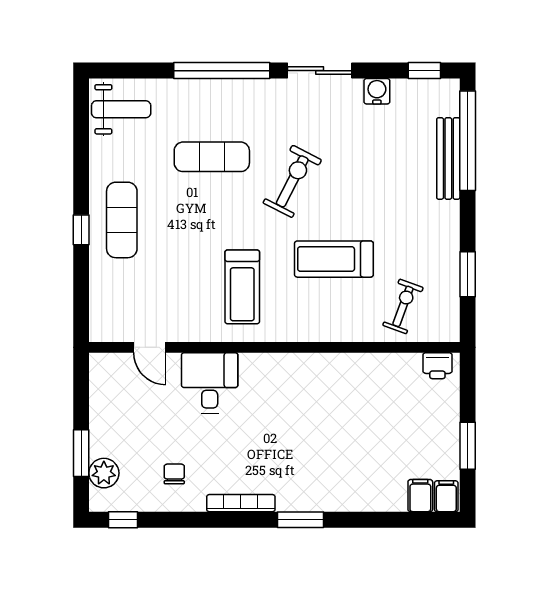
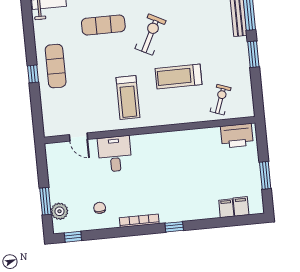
window: (468, 274) -> (253, 54), moved
printer: (437, 366) -> (237, 136), width x1.87, depth x1.48
filing cabinet: (446, 496) -> (226, 208), moved
window: (301, 520) -> (174, 227), width x0.67

